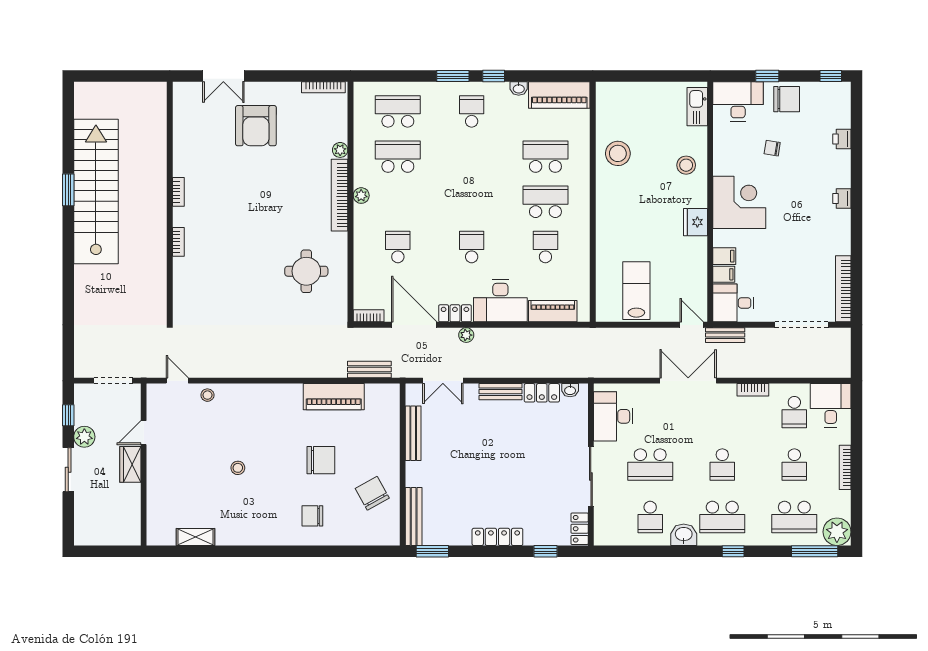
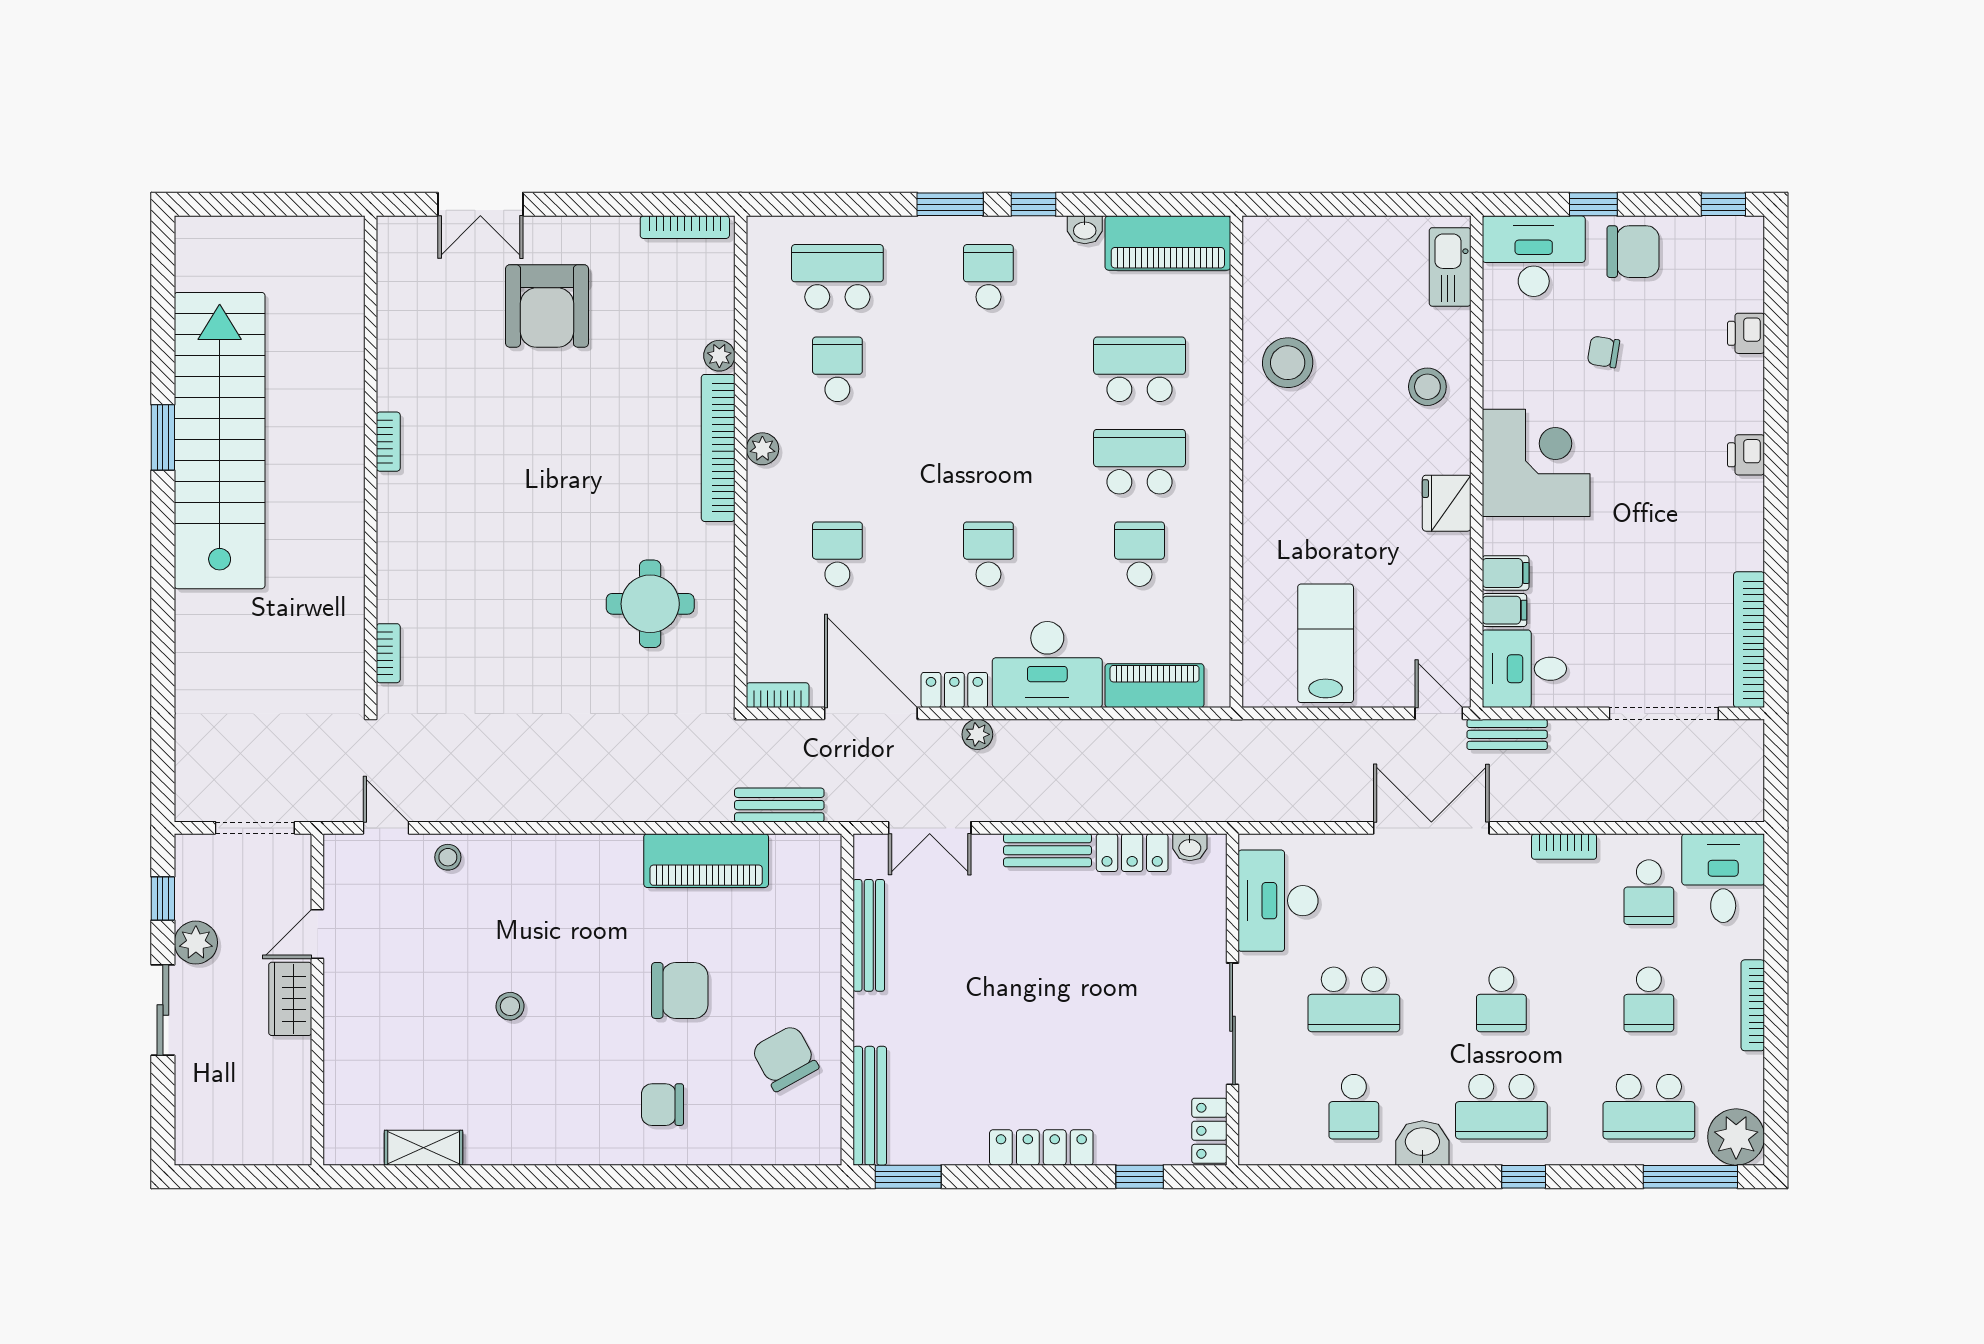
school desk: (398, 157) -> (837, 369), width x0.54
bookcase: (178, 242) -> (388, 653), moved

